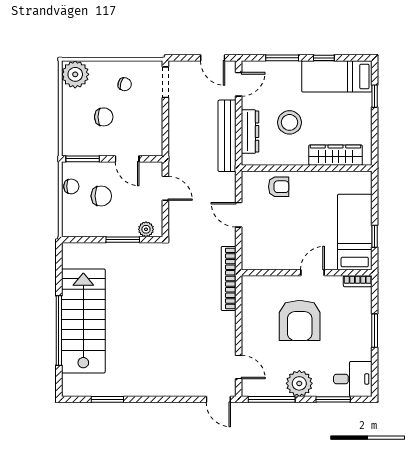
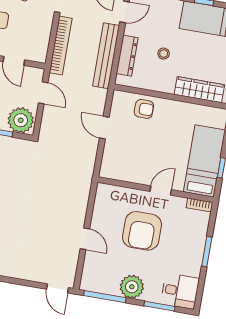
stool: (290, 122) -> (164, 54), width x0.53, depth x0.53
plant: (146, 229) -> (21, 120), width x1.88, depth x1.88
bookcase: (229, 278) -> (61, 45), moved, turned 180
door: (239, 367) -> (85, 239), moved

